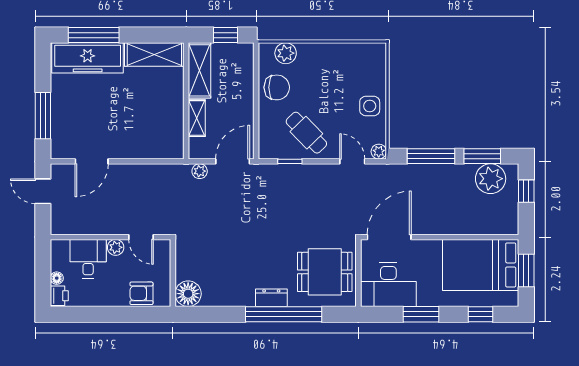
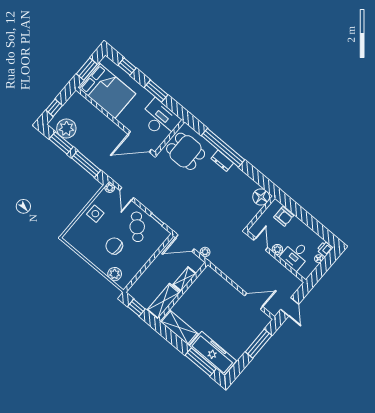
chair: (277, 87) -> (114, 246), moved

